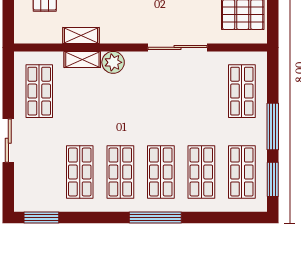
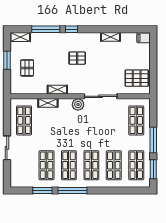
shelving: (81, 36) -> (57, 90), moved
plant: (113, 62) -> (78, 105), moved
window: (41, 217) -> (42, 190), moved
window: (155, 217) -> (73, 190), moved

